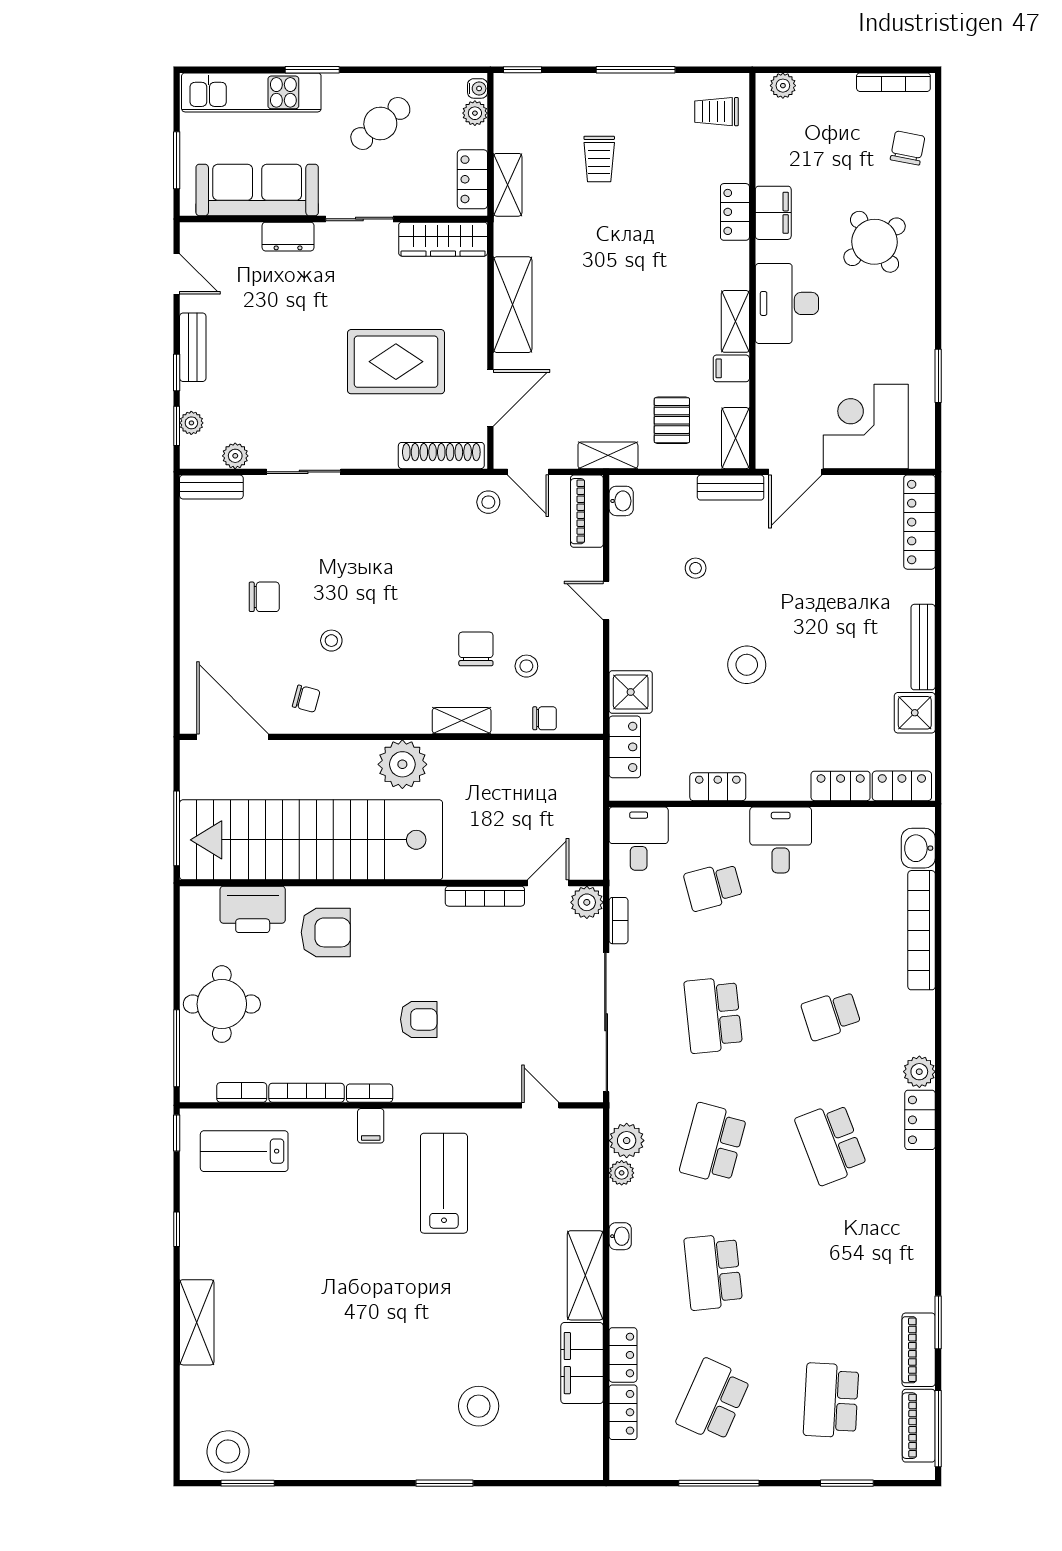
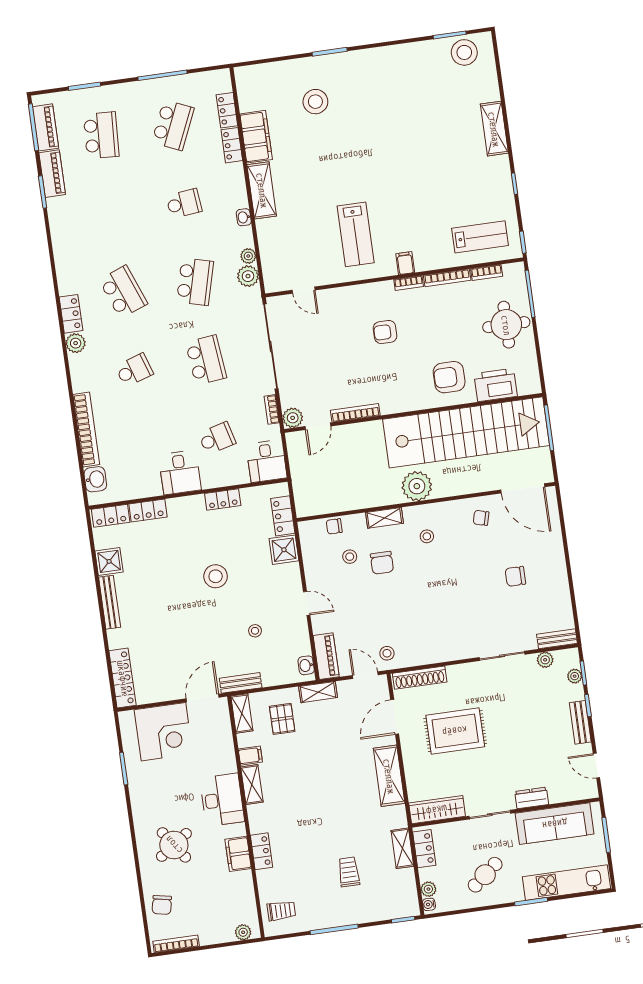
stool: (331, 641) -> (427, 536), moved
school desk: (713, 1272) -> (184, 203), width x0.54

